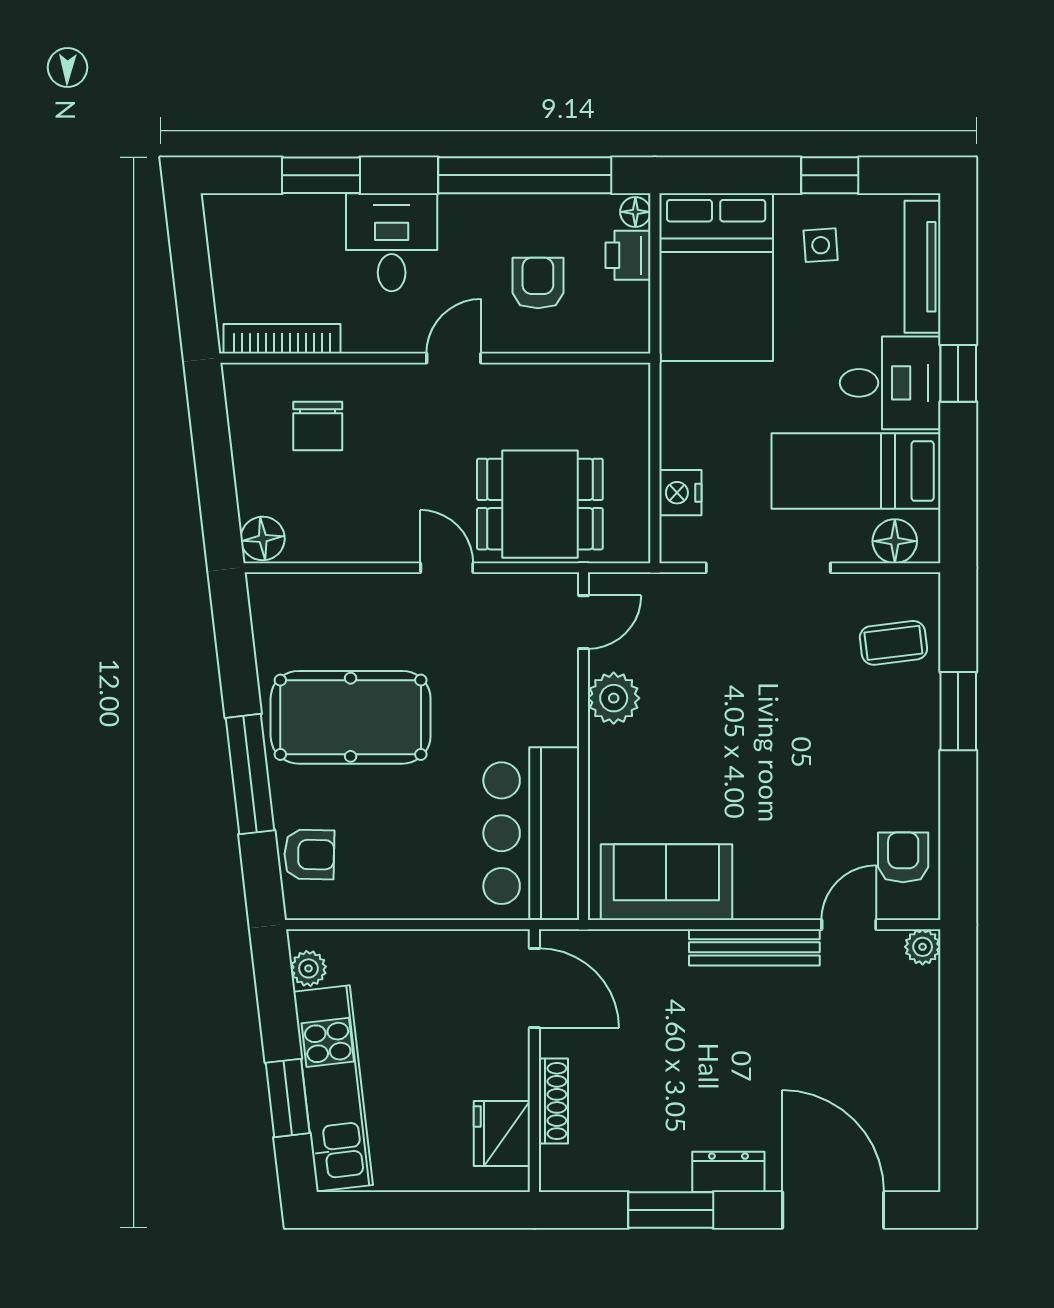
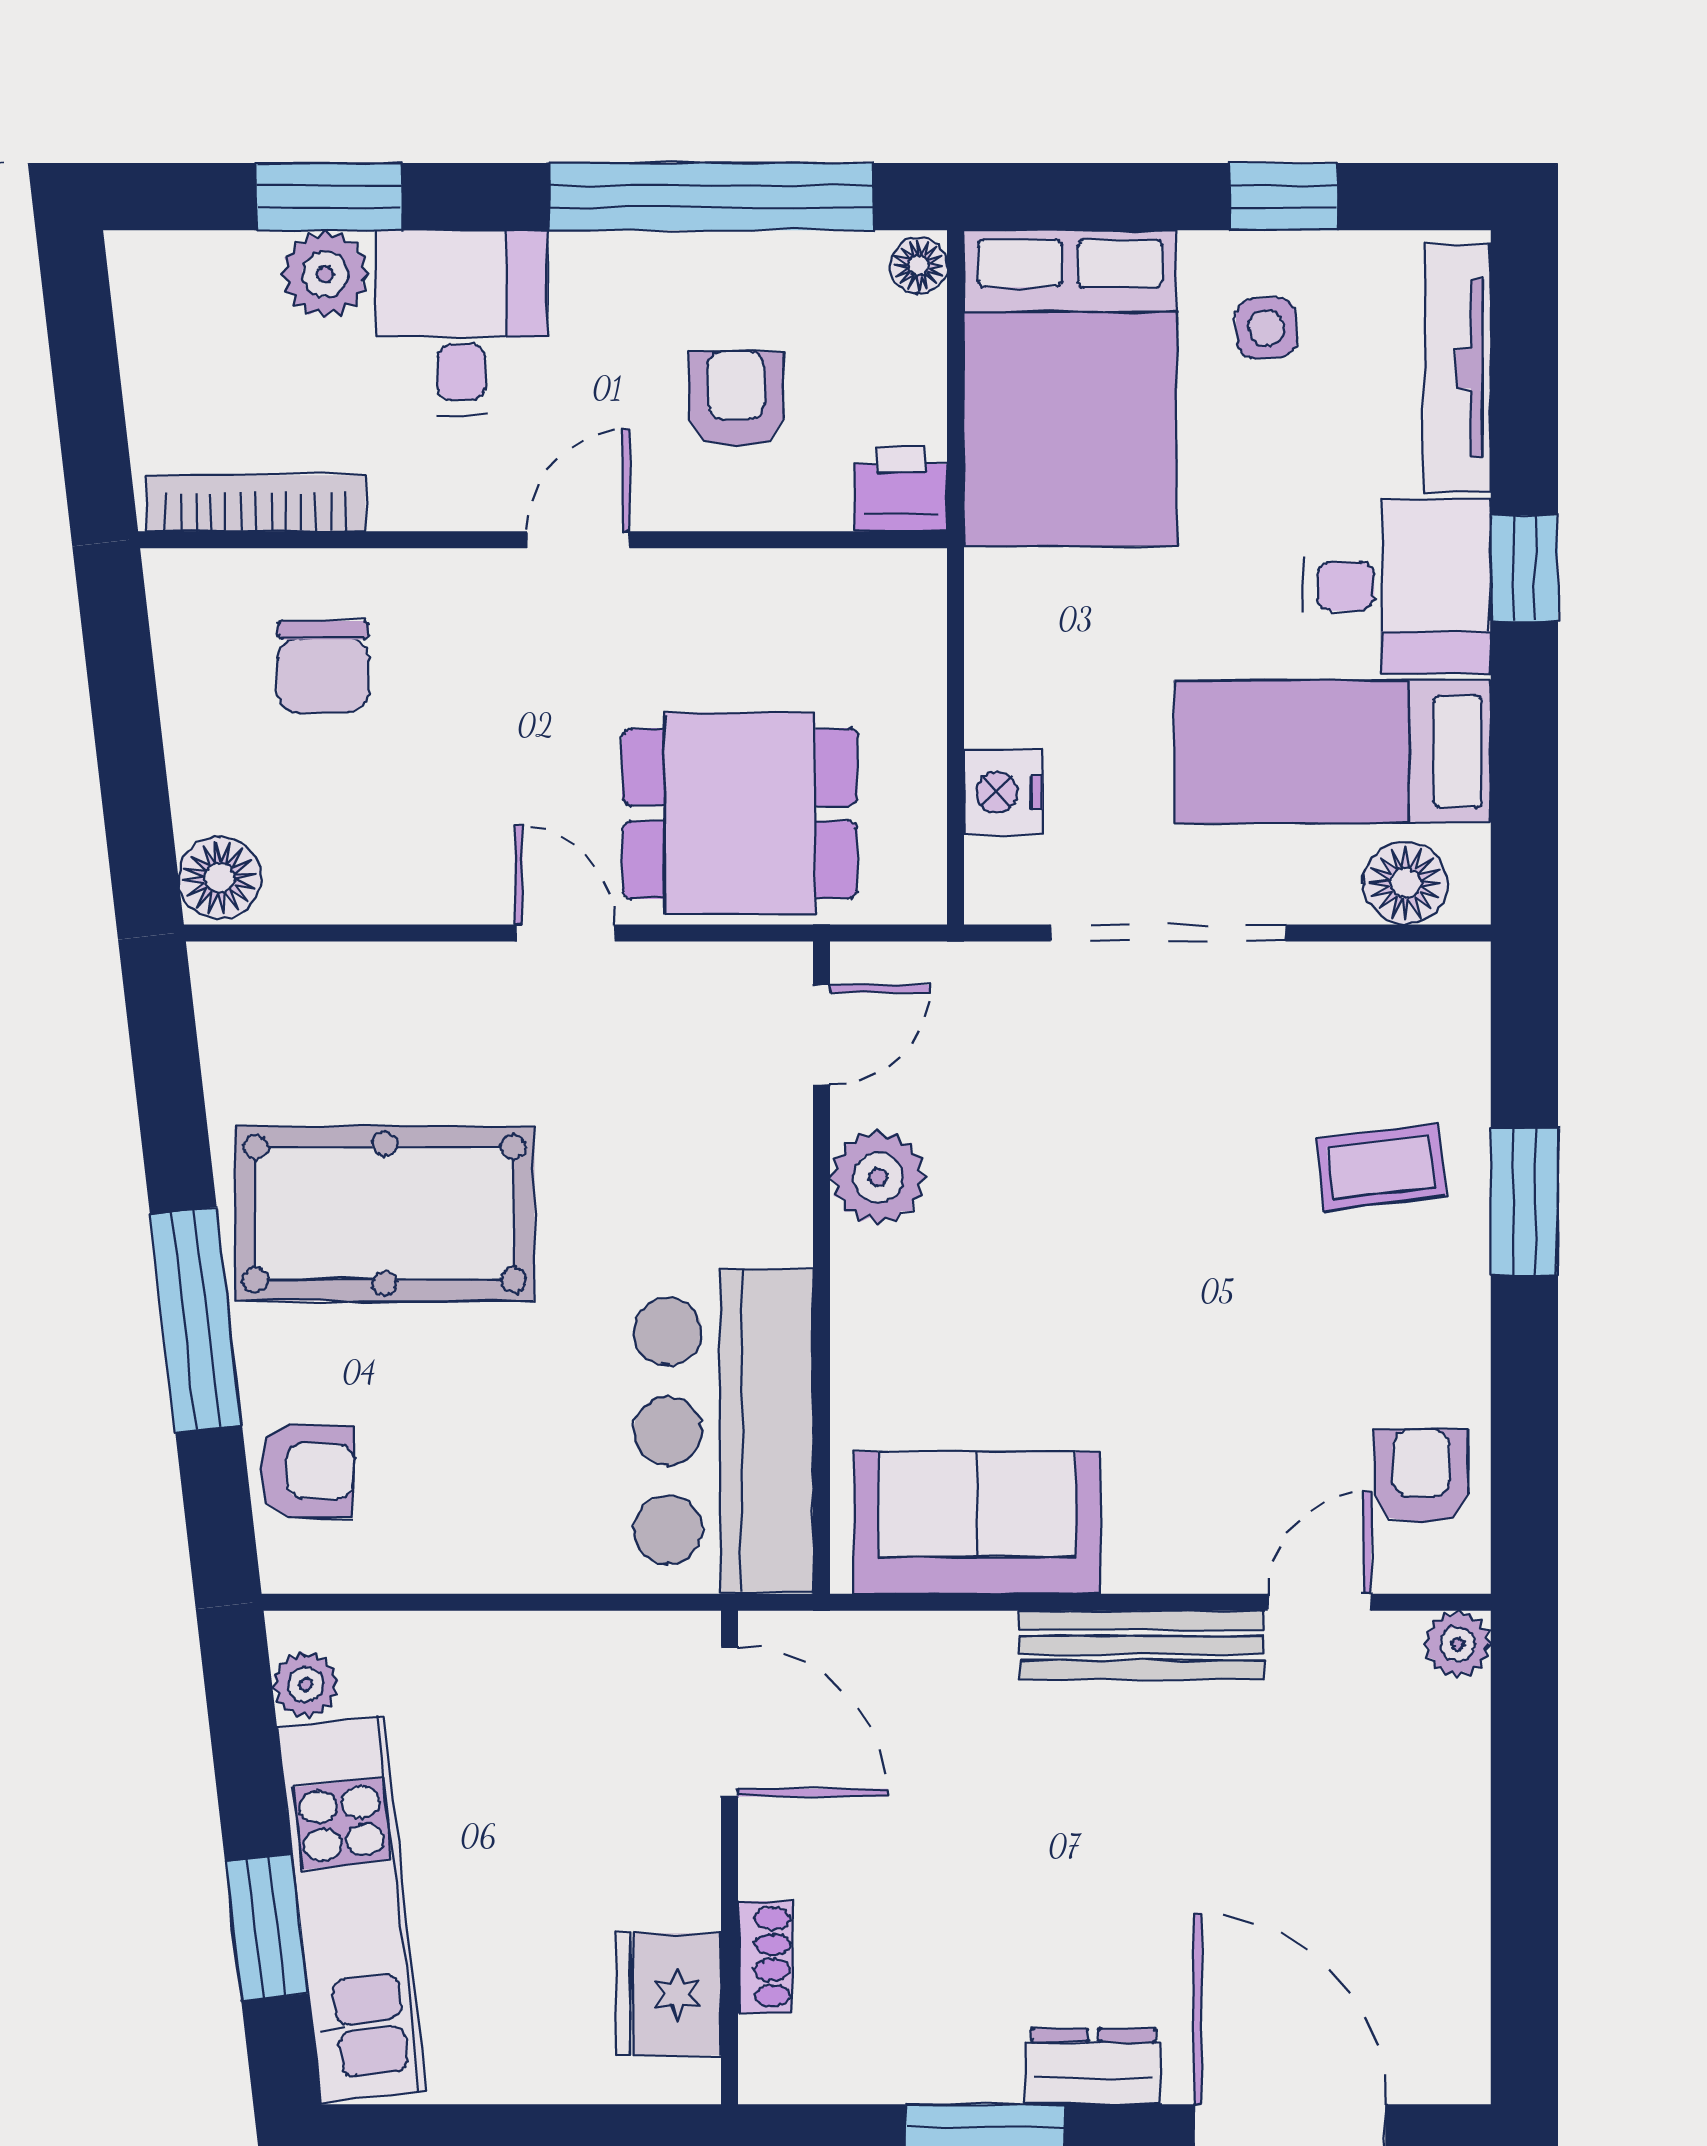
plant: (319, 217) -> (325, 274), added
printer: (628, 255) -> (901, 489), moved, turned 90
coffee table: (893, 643) -> (1381, 1167), moved
shoe rack: (553, 1101) -> (765, 1957), width x0.70

